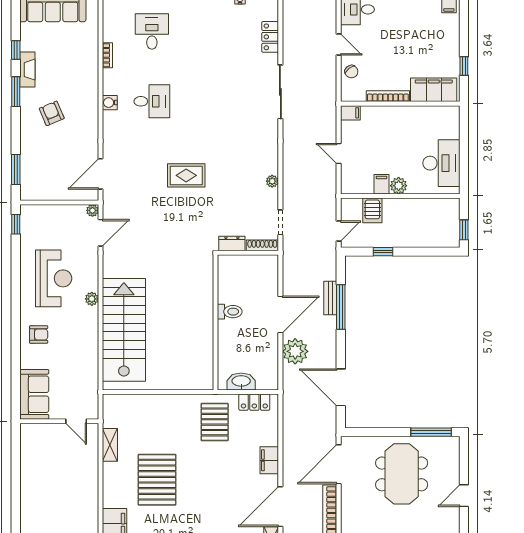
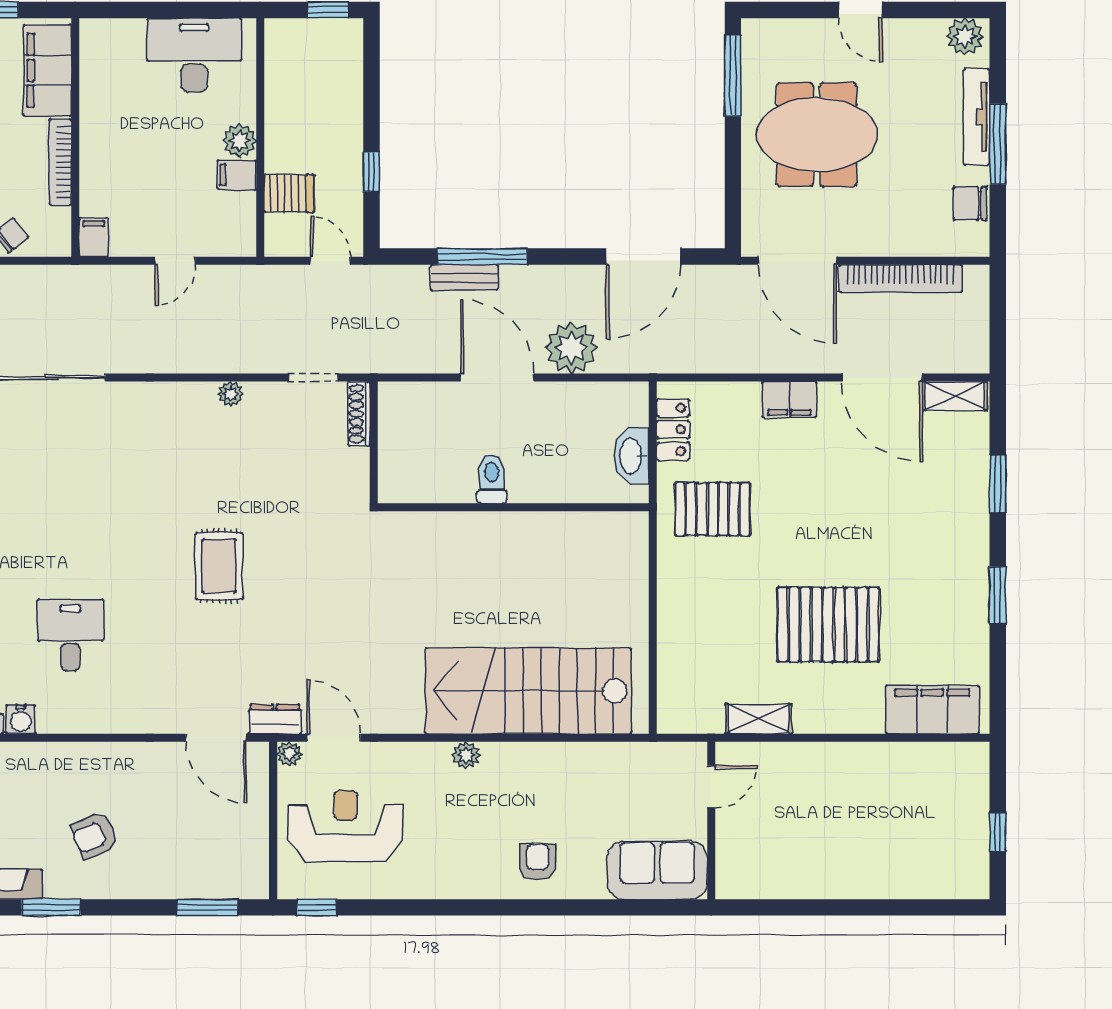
water cooler: (110, 103) -> (21, 719), moved
dresser: (232, 243) -> (275, 719), moved, turned 90
reception desk: (54, 278) -> (346, 826), moved

